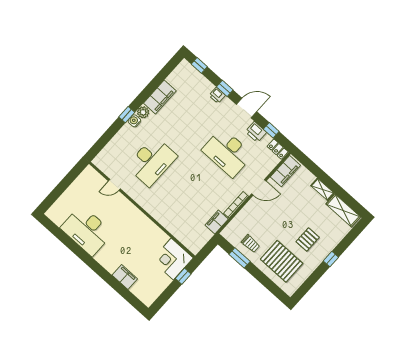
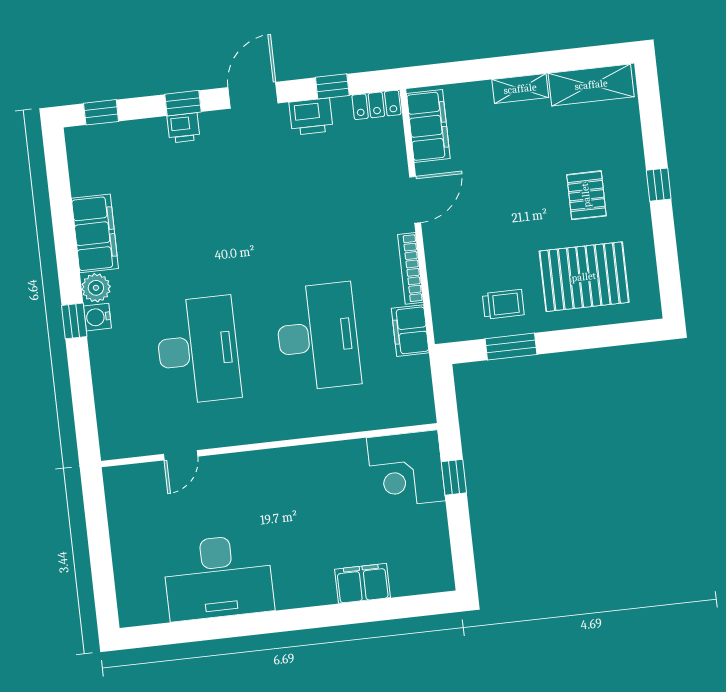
desk: (227, 152) -> (318, 337), moved, turned -90

